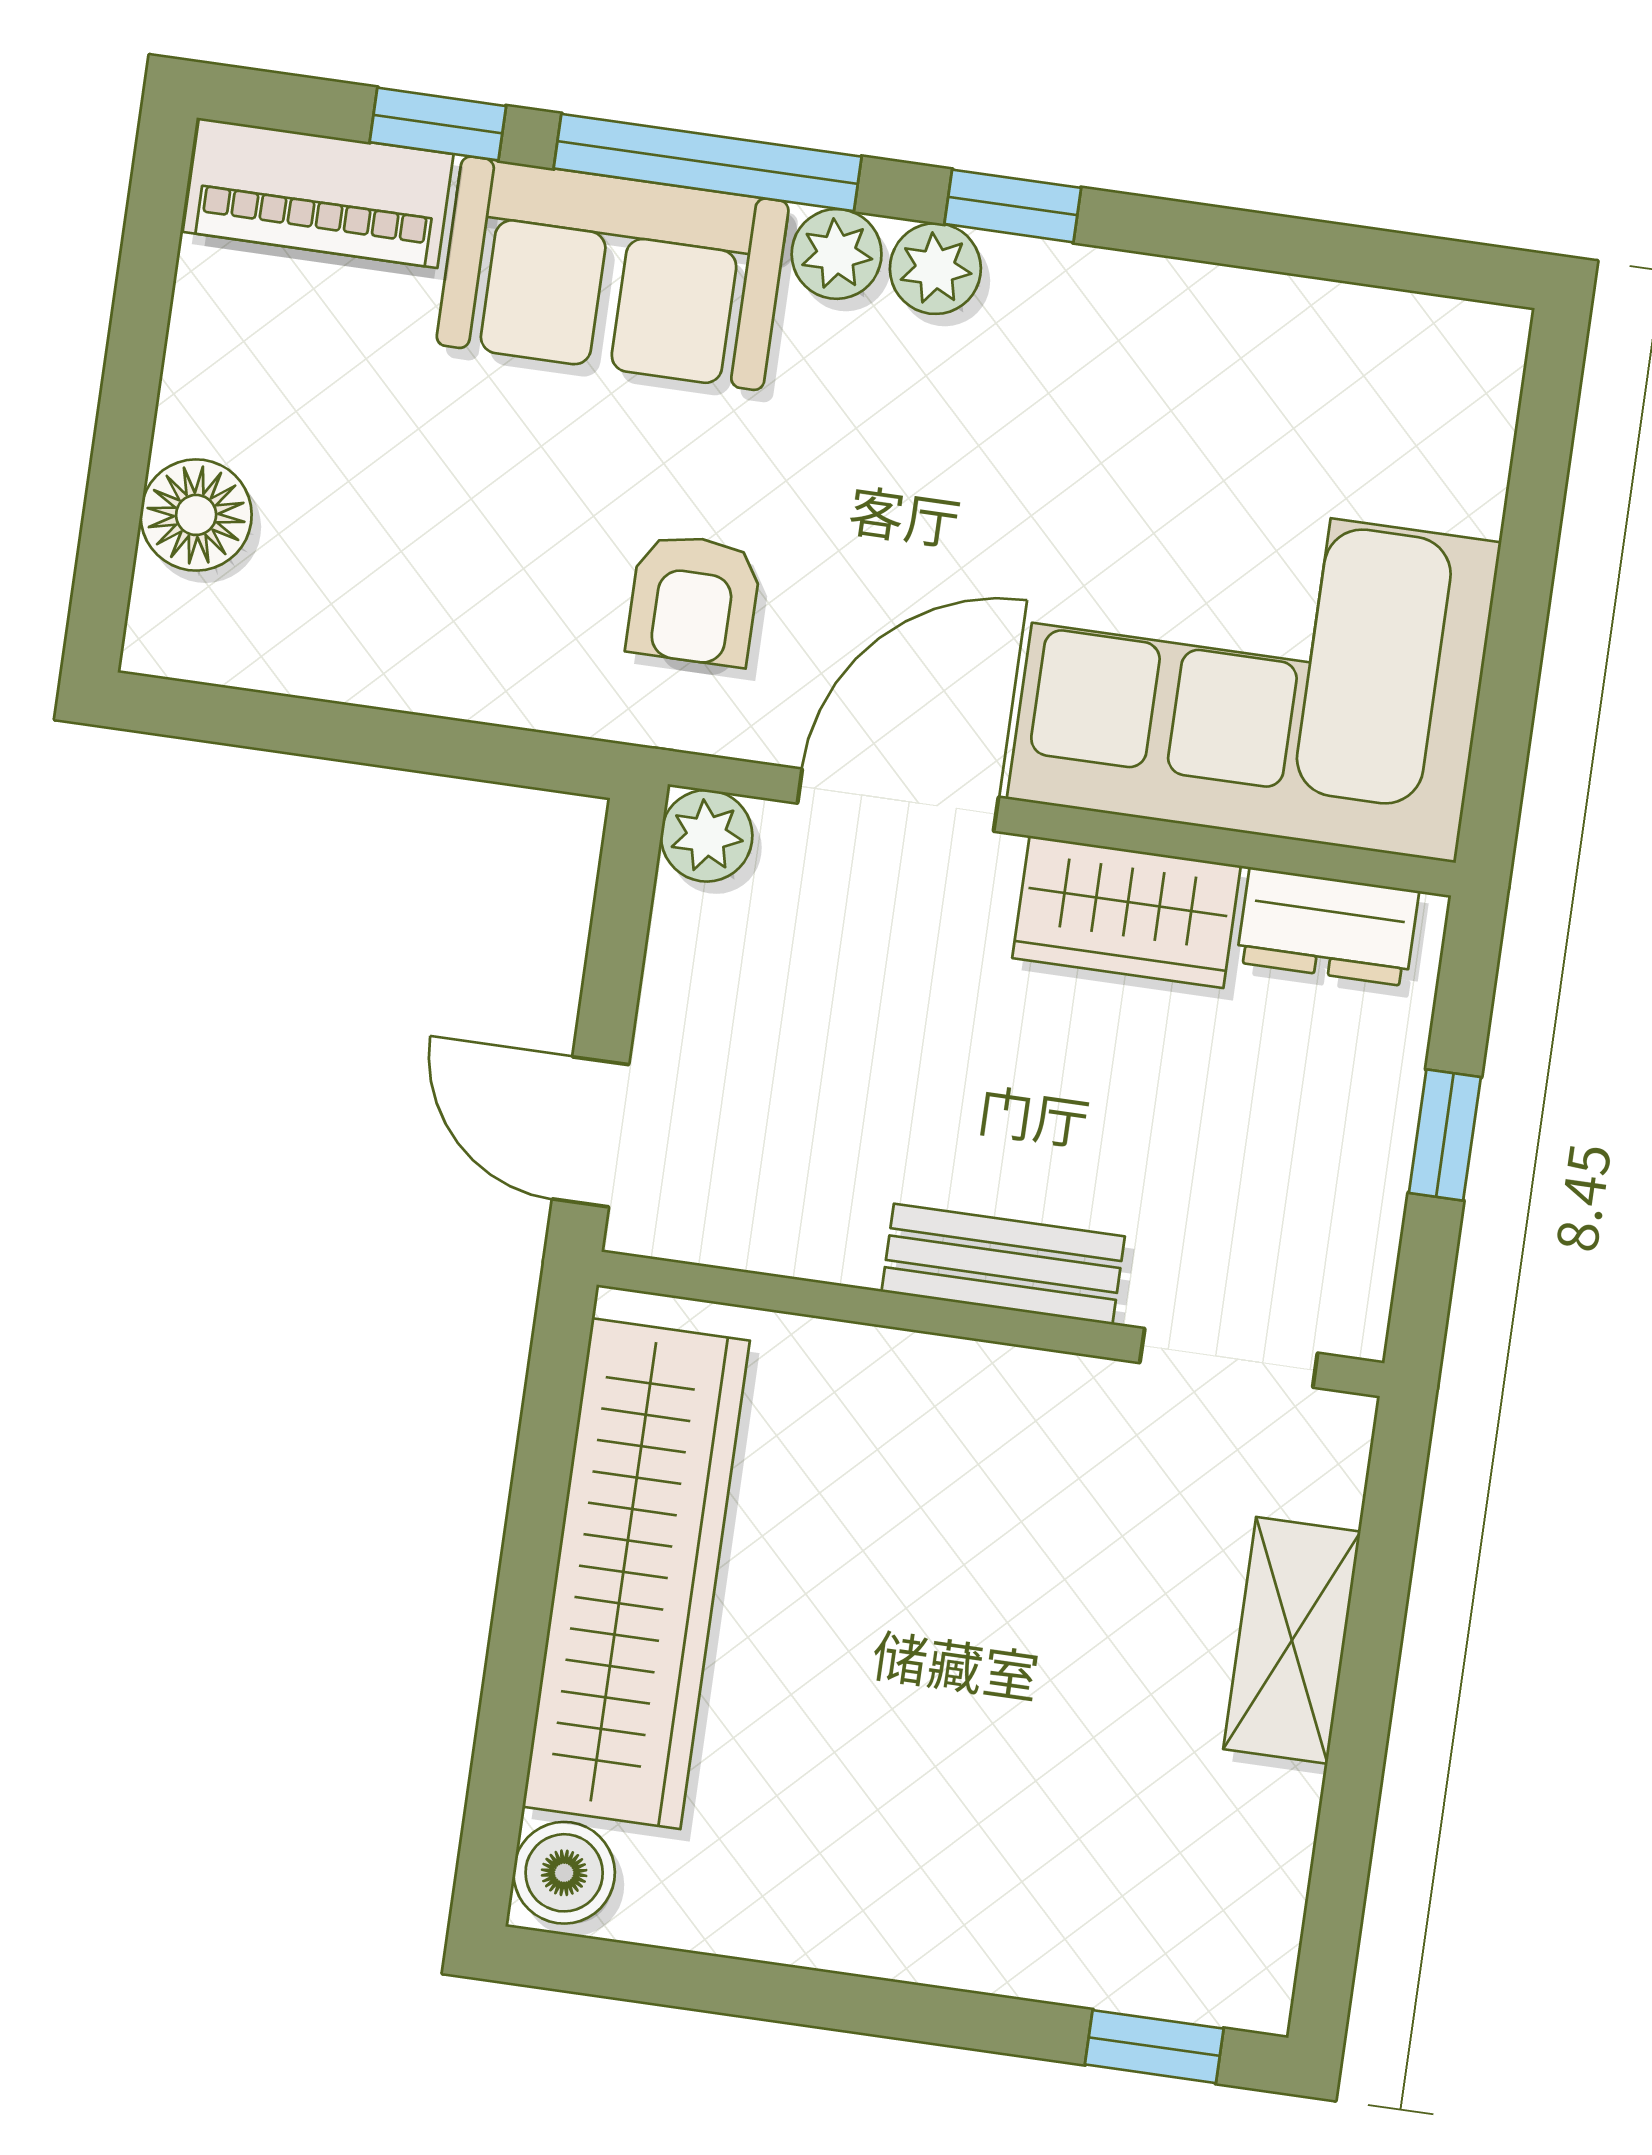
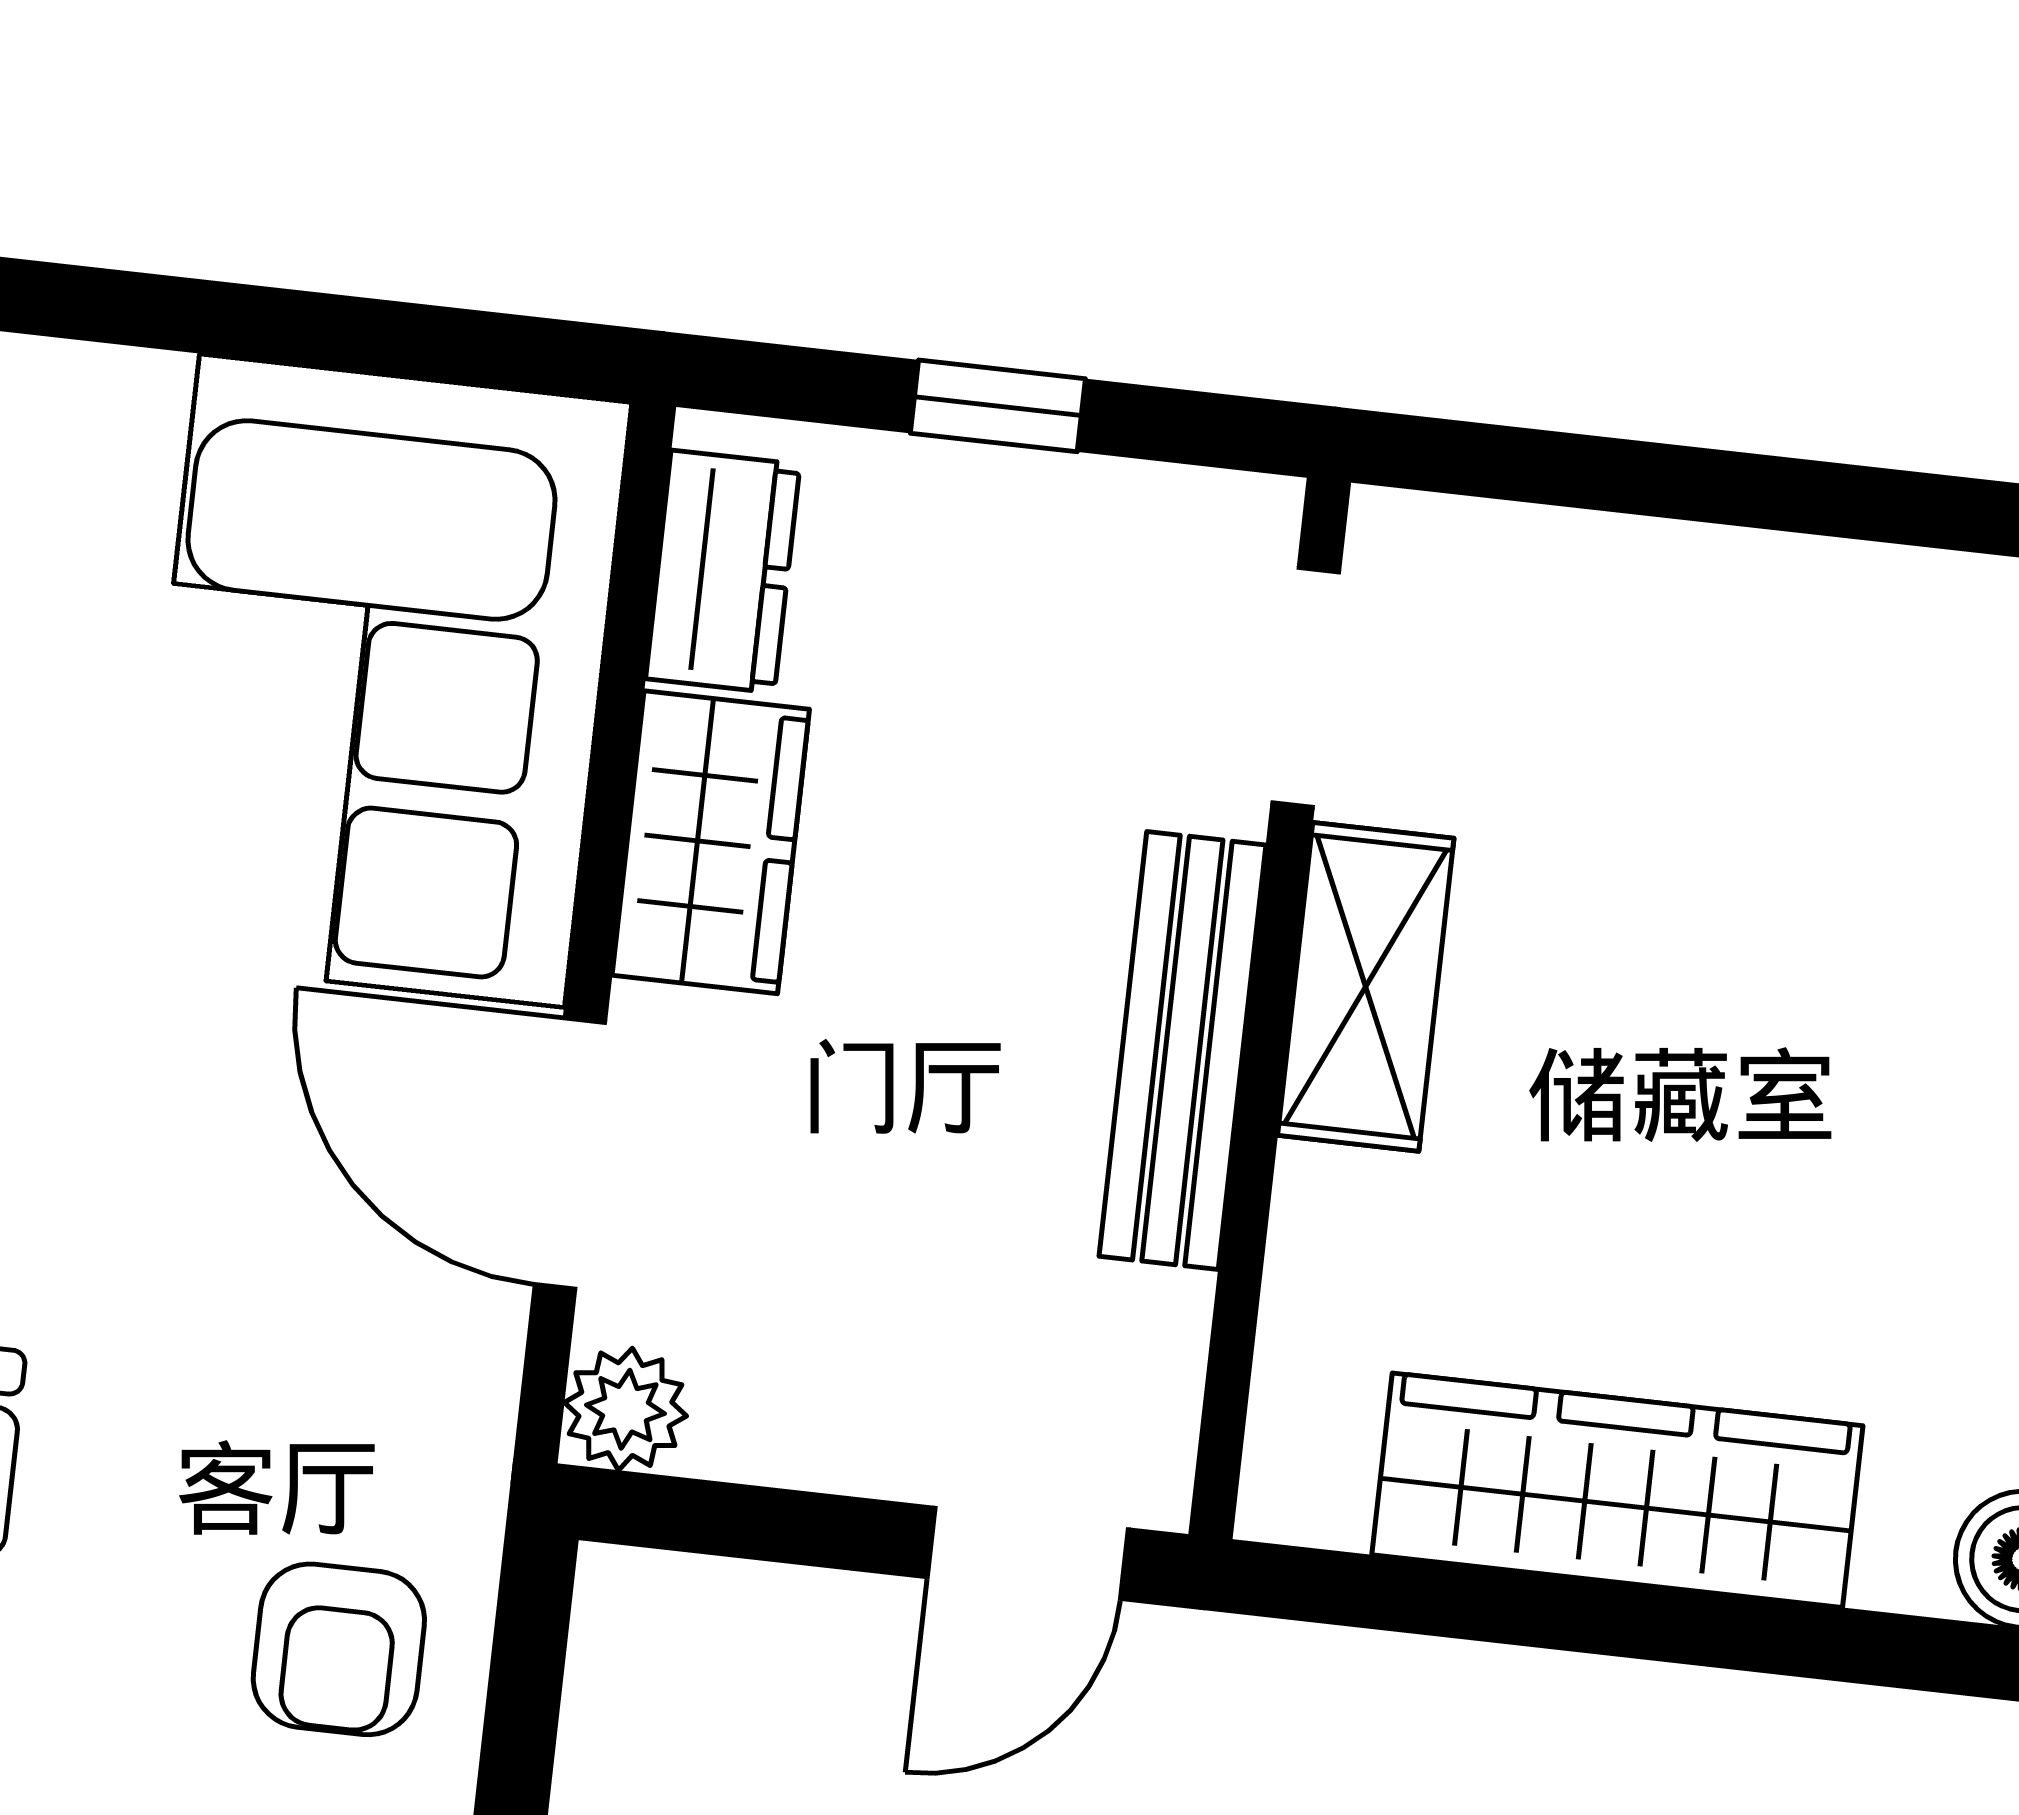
armchair: (694, 600) -> (339, 1649), moved, turned 90
bench: (1003, 1264) -> (1182, 1051), width x1.36
wardrobe: (636, 1574) -> (1617, 1490), width x0.71, depth x0.85
shelving: (1292, 1640) -> (1366, 987), moved, turned 90

